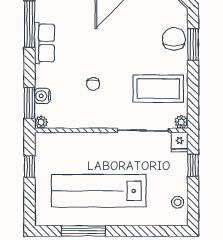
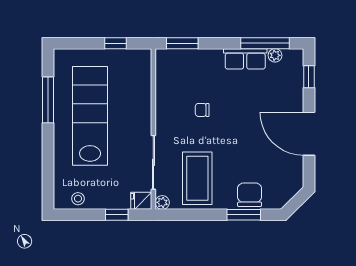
chair: (174, 39) -> (250, 195), turned -90
water cooler: (42, 96) -> (190, 57), removed
plant: (41, 122) -> (275, 55), moved

